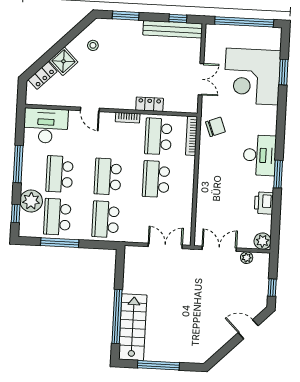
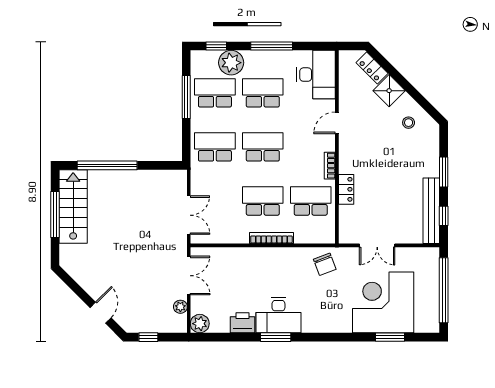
window: (126, 16) -> (444, 172), moved
bookcase: (192, 136) -> (271, 238), moved
desk: (260, 155) -> (278, 315), moved
stairs: (133, 327) -> (73, 206), moved, turned -90

